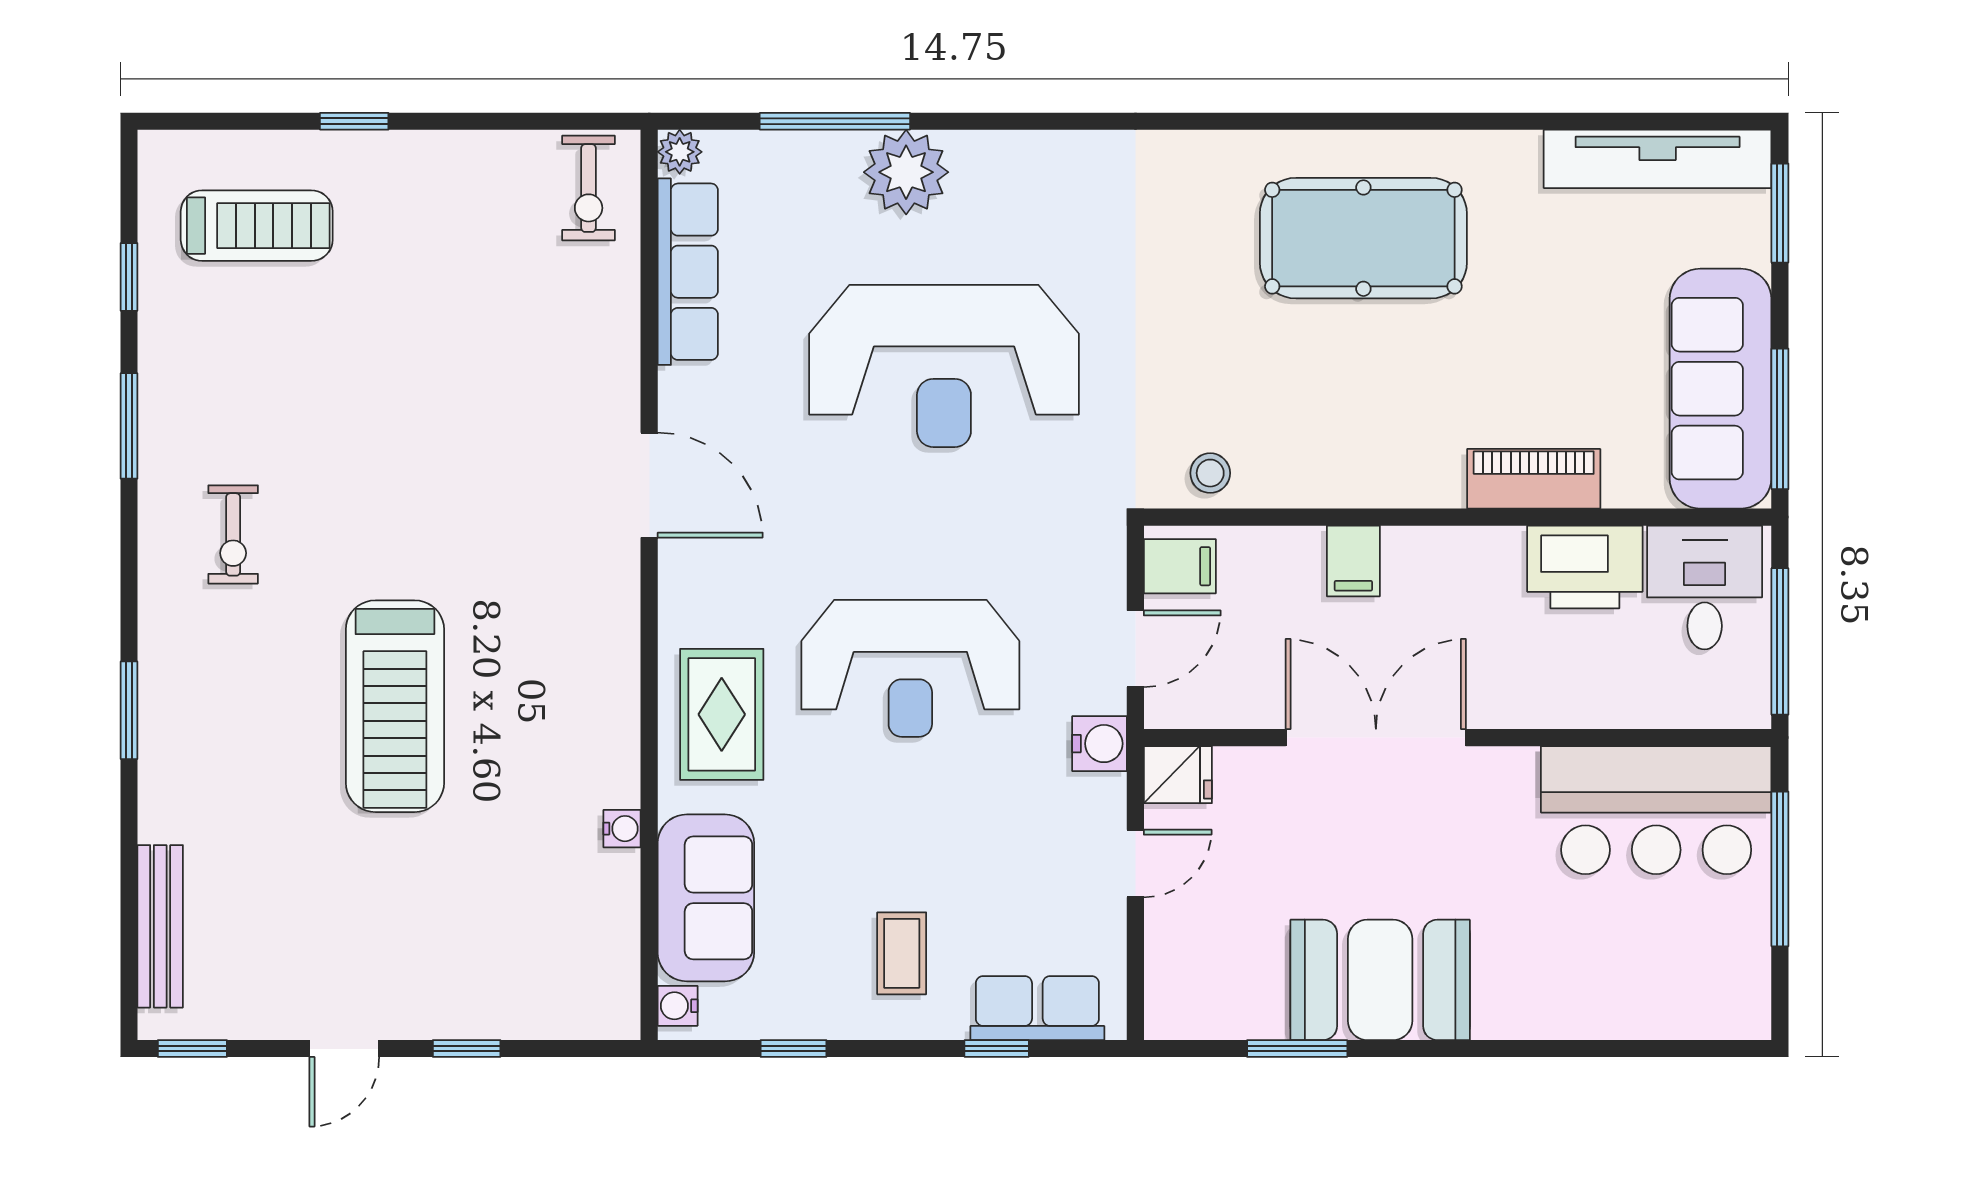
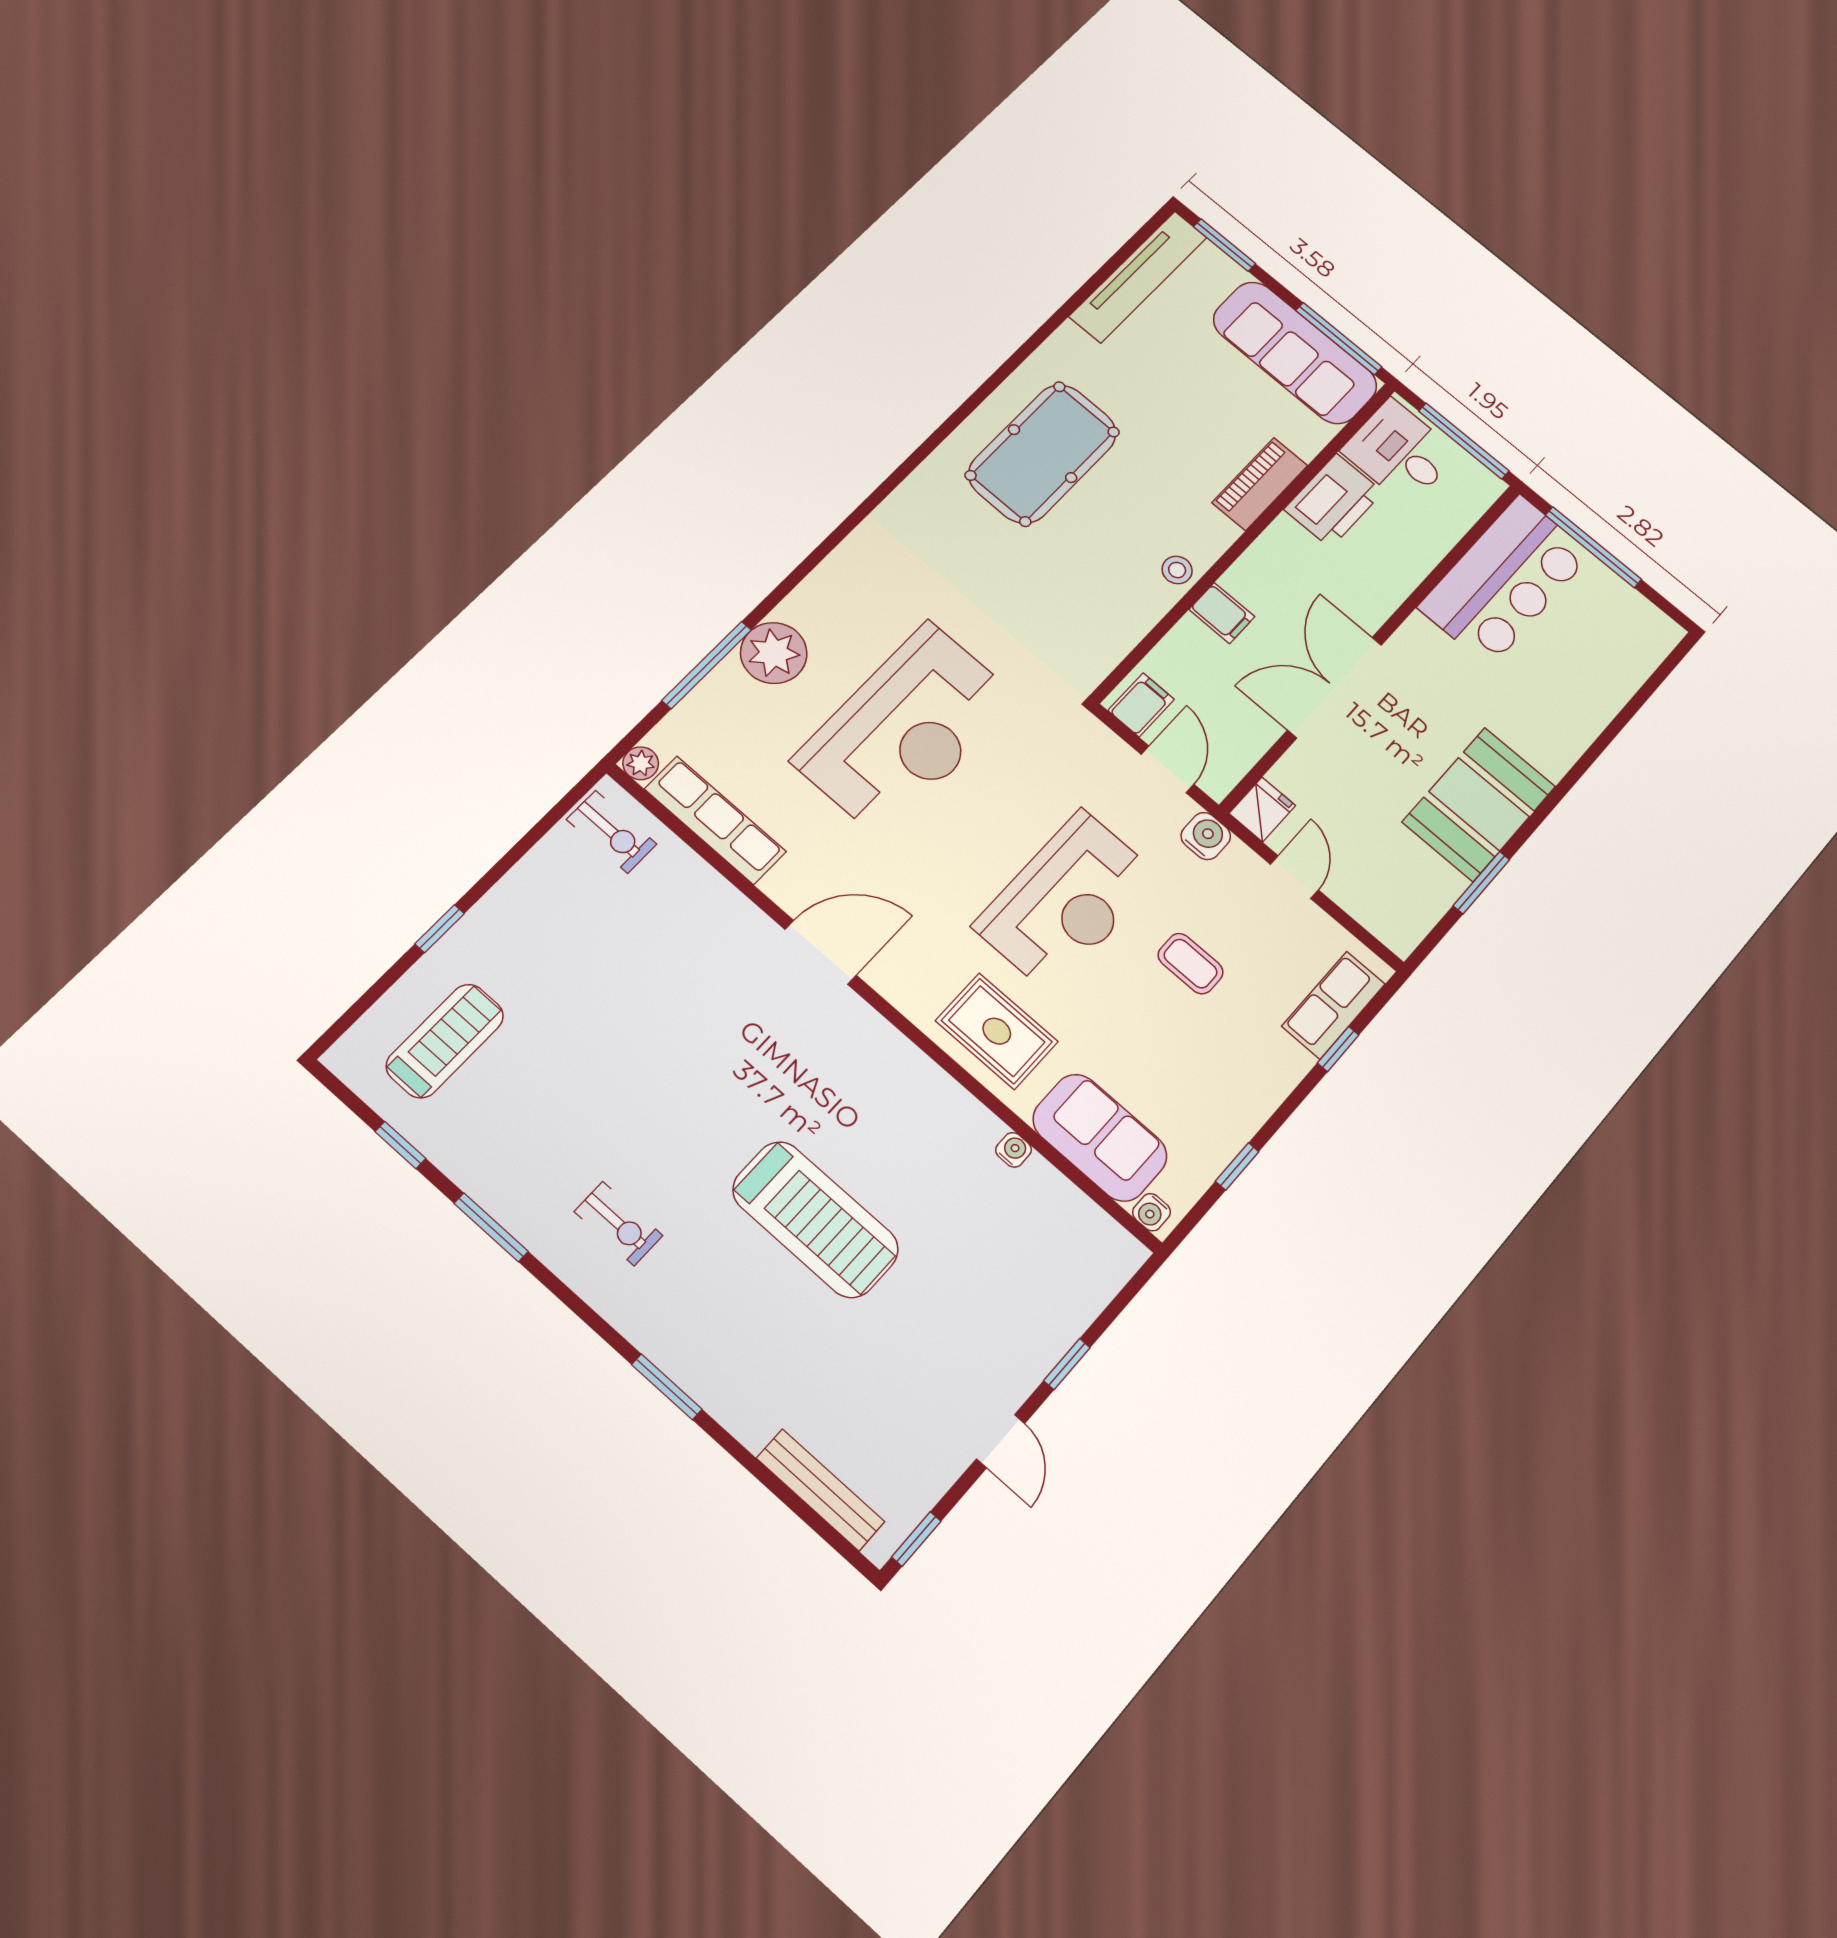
stool: (1210, 473) -> (1177, 570), moved
coffee table: (902, 953) -> (1191, 964), moved

